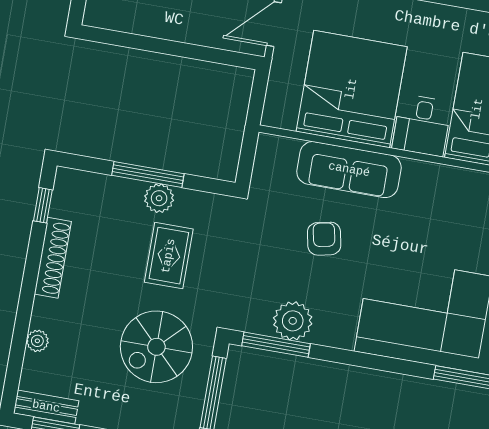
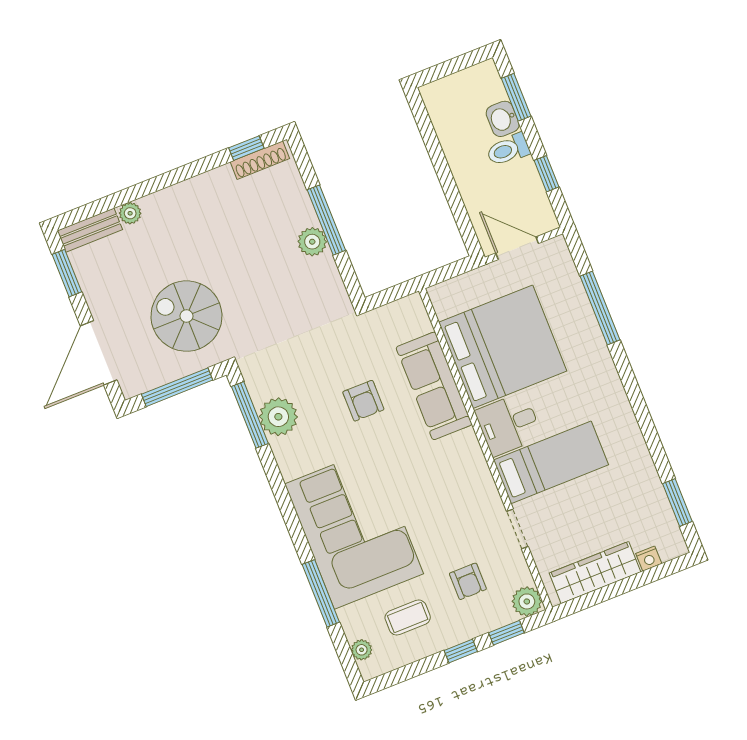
armchair: (324, 239) -> (363, 401), turned 102
rug: (169, 256) -> (269, 279), removed
shoe rack: (53, 258) -> (260, 160), moved, width x0.74, depth x0.81
bench: (46, 407) -> (90, 230), moved, turned 90

